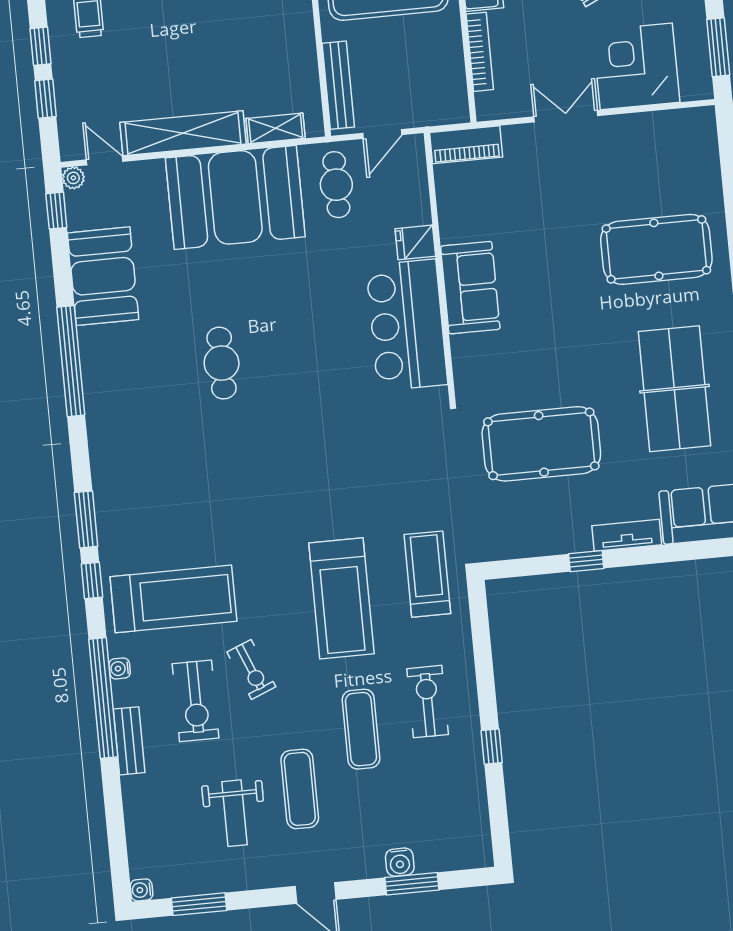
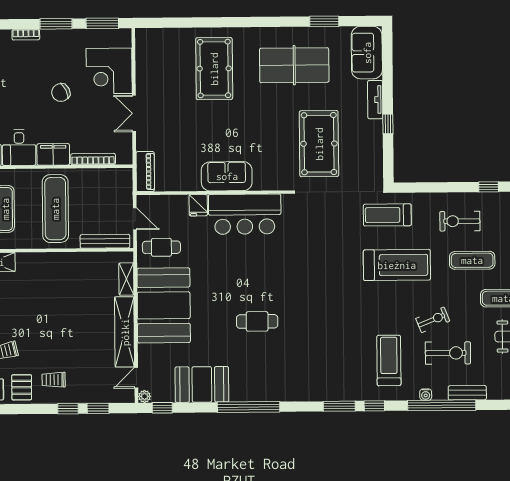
treadmill: (173, 599) -> (389, 360), width x0.73, depth x0.73

